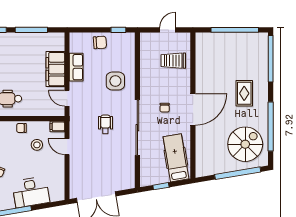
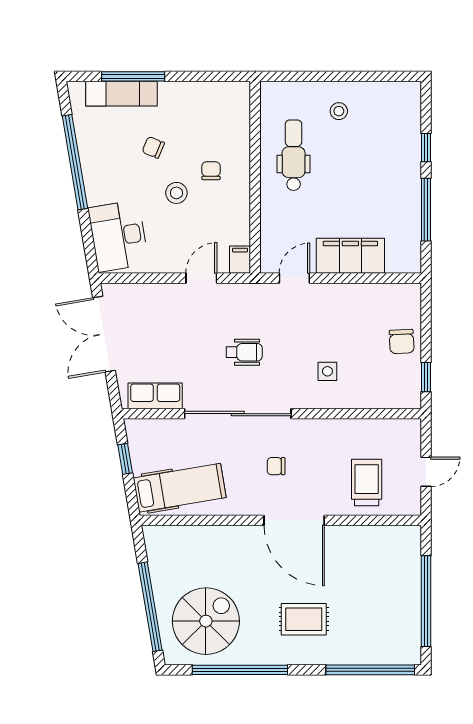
door: (168, 30) -> (426, 472), hinge flipped
row of seats: (76, 67) -> (155, 396), moved, turned 180
side table: (115, 81) -> (327, 371), width x0.54, depth x0.54
door: (193, 109) -> (294, 520), moved
chair: (21, 128) -> (211, 171), moved
spiral stairs: (245, 144) -> (206, 621), turned -90
stool: (37, 145) -> (176, 193), moved
desk: (31, 192) -> (118, 236), moved

